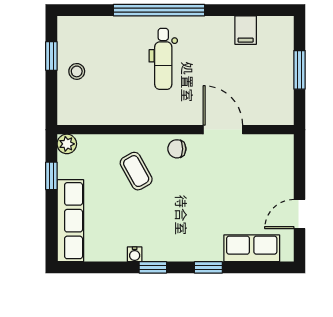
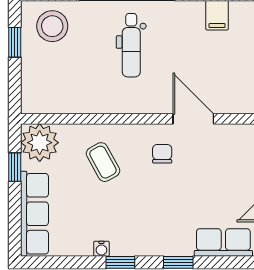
stool: (77, 71) -> (52, 26), moved, width x1.89, depth x1.89
plant: (67, 144) -> (40, 143), width x1.88, depth x1.88
chair: (177, 149) -> (162, 154), moved, turned 90

